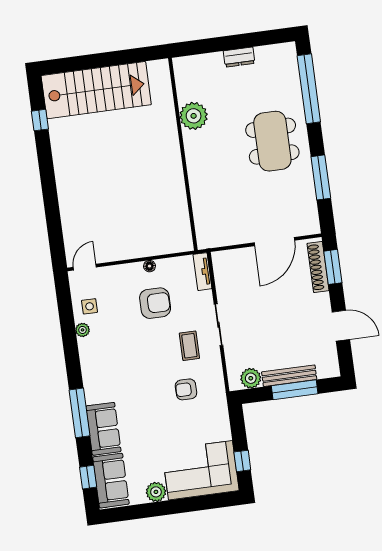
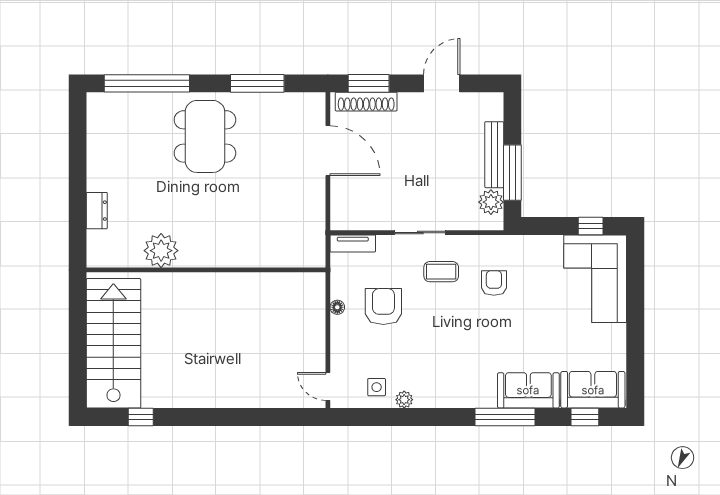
dresser: (239, 57) -> (97, 211), moved
plant: (194, 116) -> (161, 251), moved
dining table: (272, 141) -> (205, 136), turned 90
wall: (183, 154) -> (206, 270), moved
armchair: (186, 389) -> (494, 283), turned 180
window: (295, 390) -> (512, 173), moved
plant: (156, 492) -> (614, 337), removed

